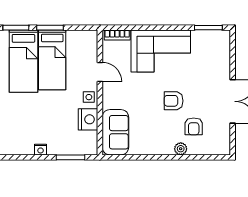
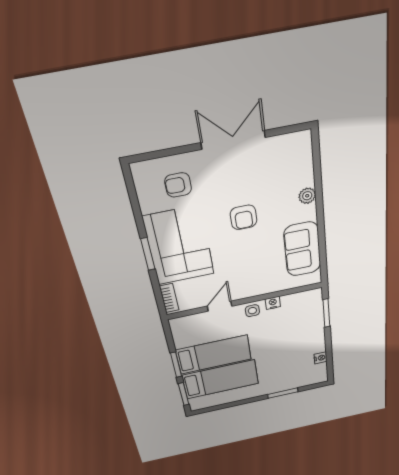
window: (208, 28) -> (148, 254), moved
nightstand: (88, 119) -> (273, 303), width x0.53, depth x0.56
armchair: (194, 126) -> (178, 185), moved, turned 180
sofa: (115, 132) -> (302, 249), moved, turned -90
nightstand: (41, 150) -> (321, 358), moved

